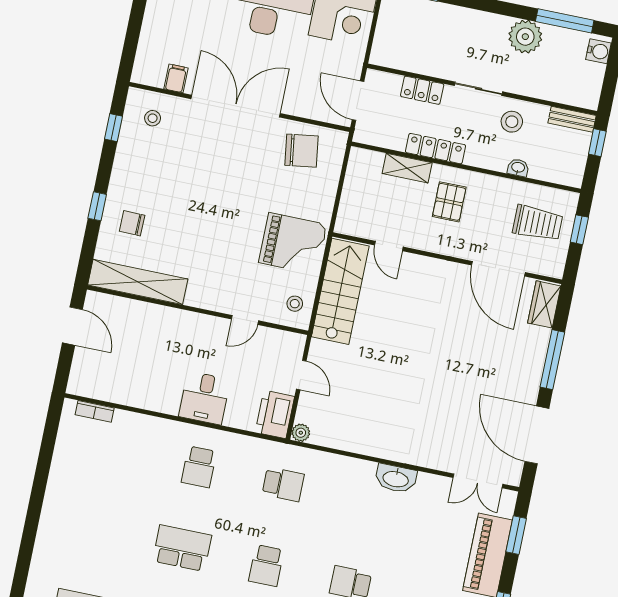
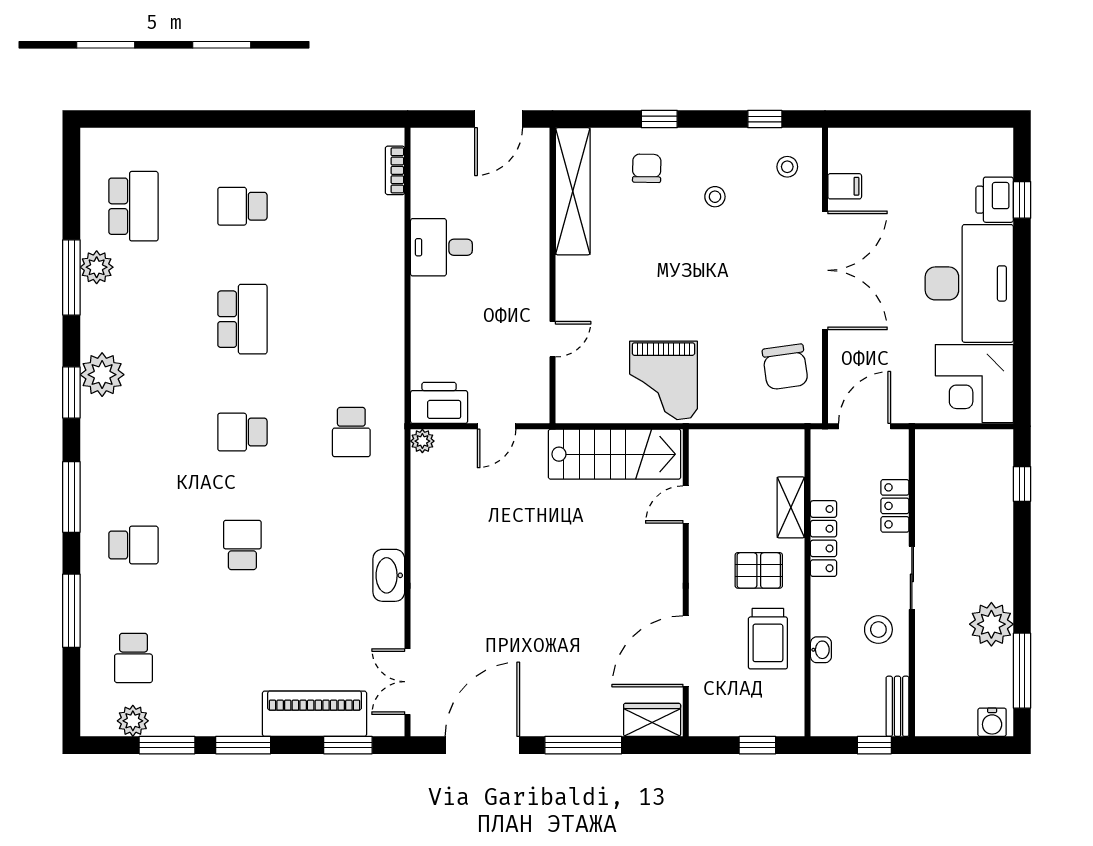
trolley: (538, 223) -> (768, 639), moved
stool: (295, 304) -> (715, 197), moved
door: (245, 320) -> (553, 339), swing flipped
desk: (204, 398) -> (441, 247), moved
school desk: (199, 467) -> (242, 206), moved

